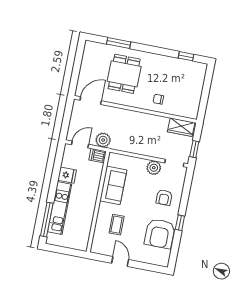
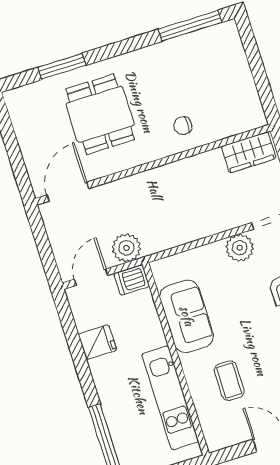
window: (186, 56) -> (190, 26), width x2.17
kitchen unit: (60, 208) -> (170, 398), moved, turned 180

